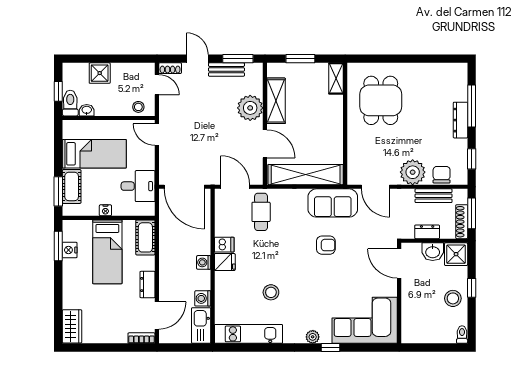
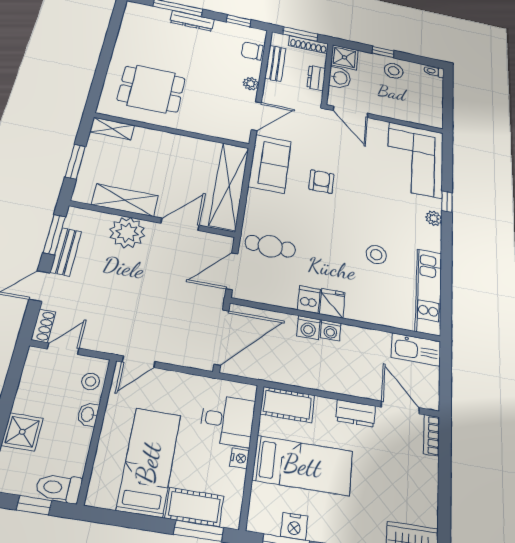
washbasin: (87, 110) -> (88, 414), moved
plant: (413, 172) -> (251, 84), width x0.53, depth x0.53
desk: (138, 186) -> (227, 420), moved, turned 90
door: (399, 263) -> (350, 112), hinge flipped
washing machine: (203, 298) -> (308, 328), moved

